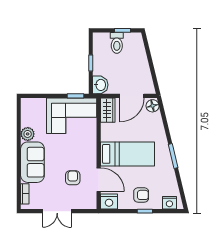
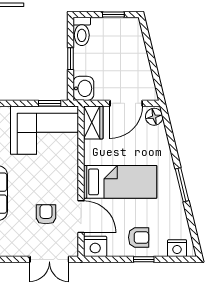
toilet: (117, 43) -> (82, 31), moved
double door: (57, 211) -> (49, 259), moved

